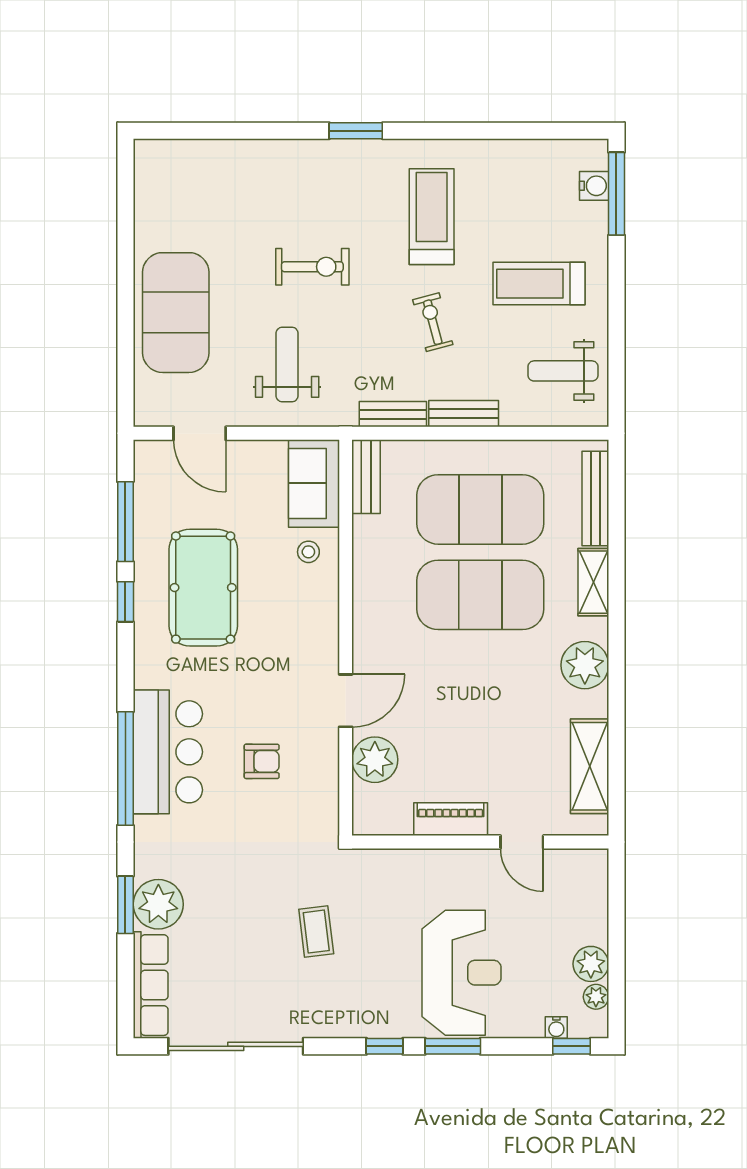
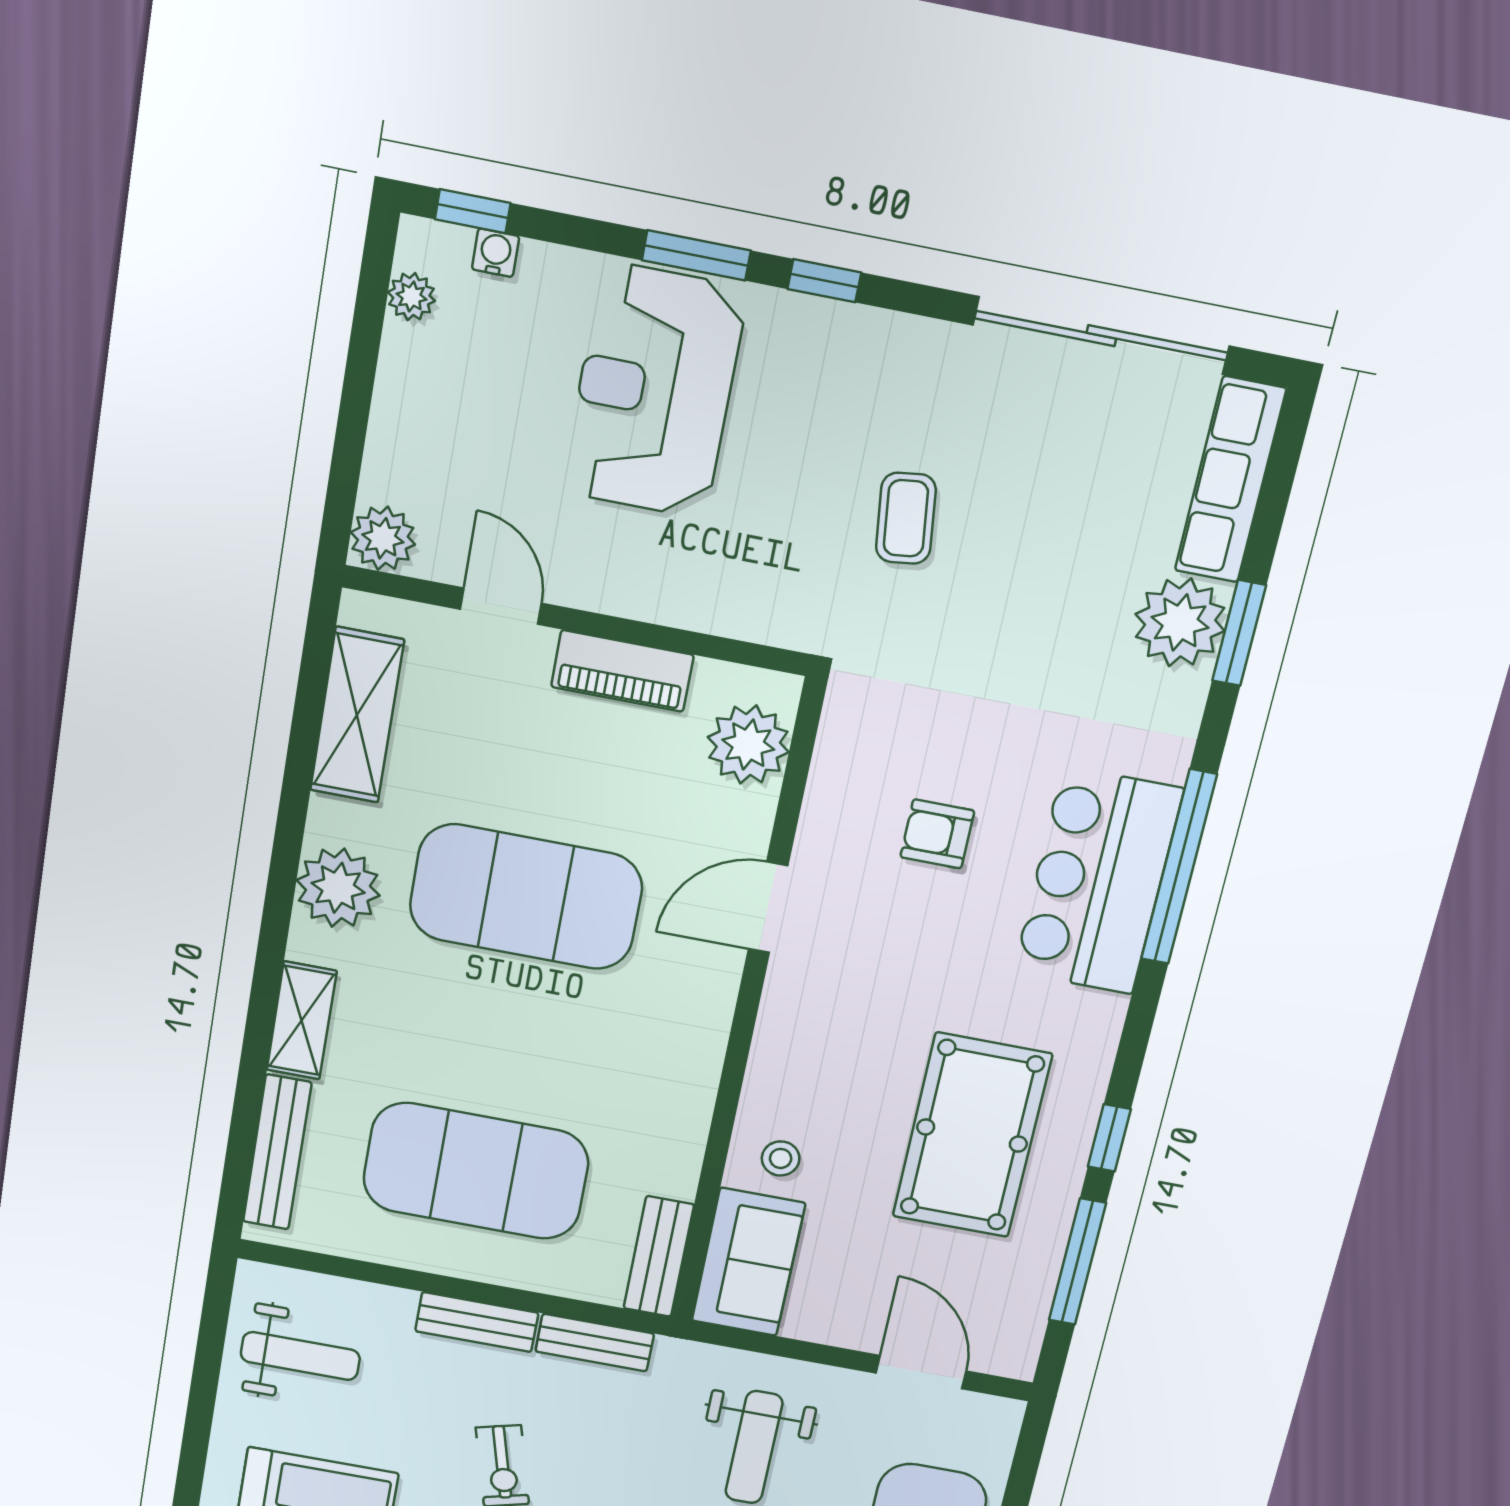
exercise mat: (480, 595) -> (526, 897), moved
plant: (375, 760) -> (748, 745), moved
plant: (591, 964) -> (383, 538), moved

